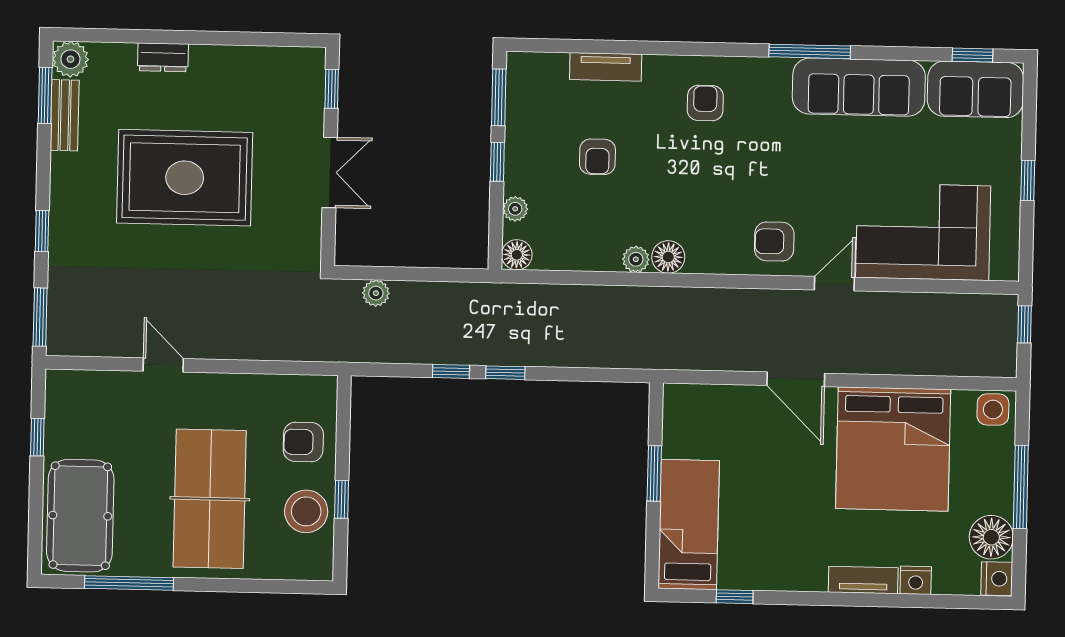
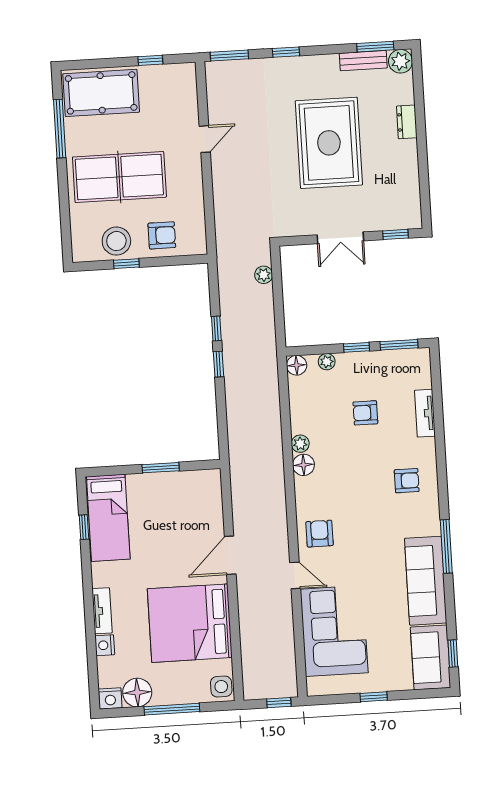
armchair: (303, 442) -> (162, 235), turned 90
bed: (689, 525) -> (108, 518), moved, turned 90

